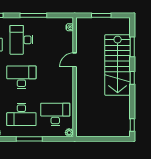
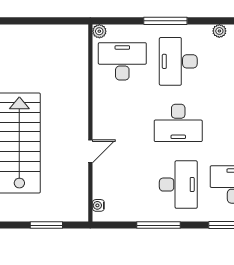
desk: (21, 114) -> (178, 61), turned -90
desk: (55, 114) -> (122, 61), turned 180

